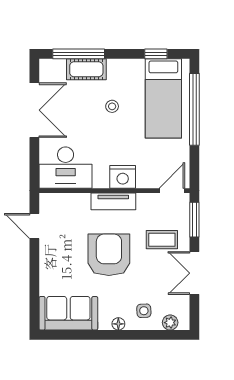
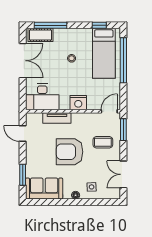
cot: (86, 69) -> (41, 35), moved
tv unit: (113, 201) -> (57, 118), moved
armchair: (109, 255) -> (70, 152), turned -90
double door: (194, 273) -> (123, 174), moved
window: (34, 291) -> (23, 175), added
plant: (170, 323) -> (108, 194), removed

